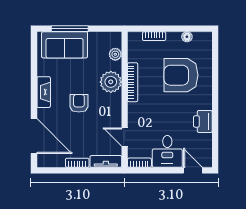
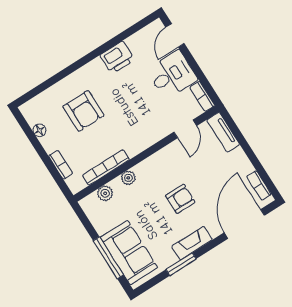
window: (34, 75) -> (181, 264), added
armchair: (181, 75) -> (84, 111), width x0.73, depth x0.73
plant: (111, 82) -> (128, 178), width x0.53, depth x0.53
bookcase: (133, 82) -> (106, 167), moved
armchair: (79, 103) -> (180, 199), turned 180
bookcase: (77, 163) -> (259, 185), moved

